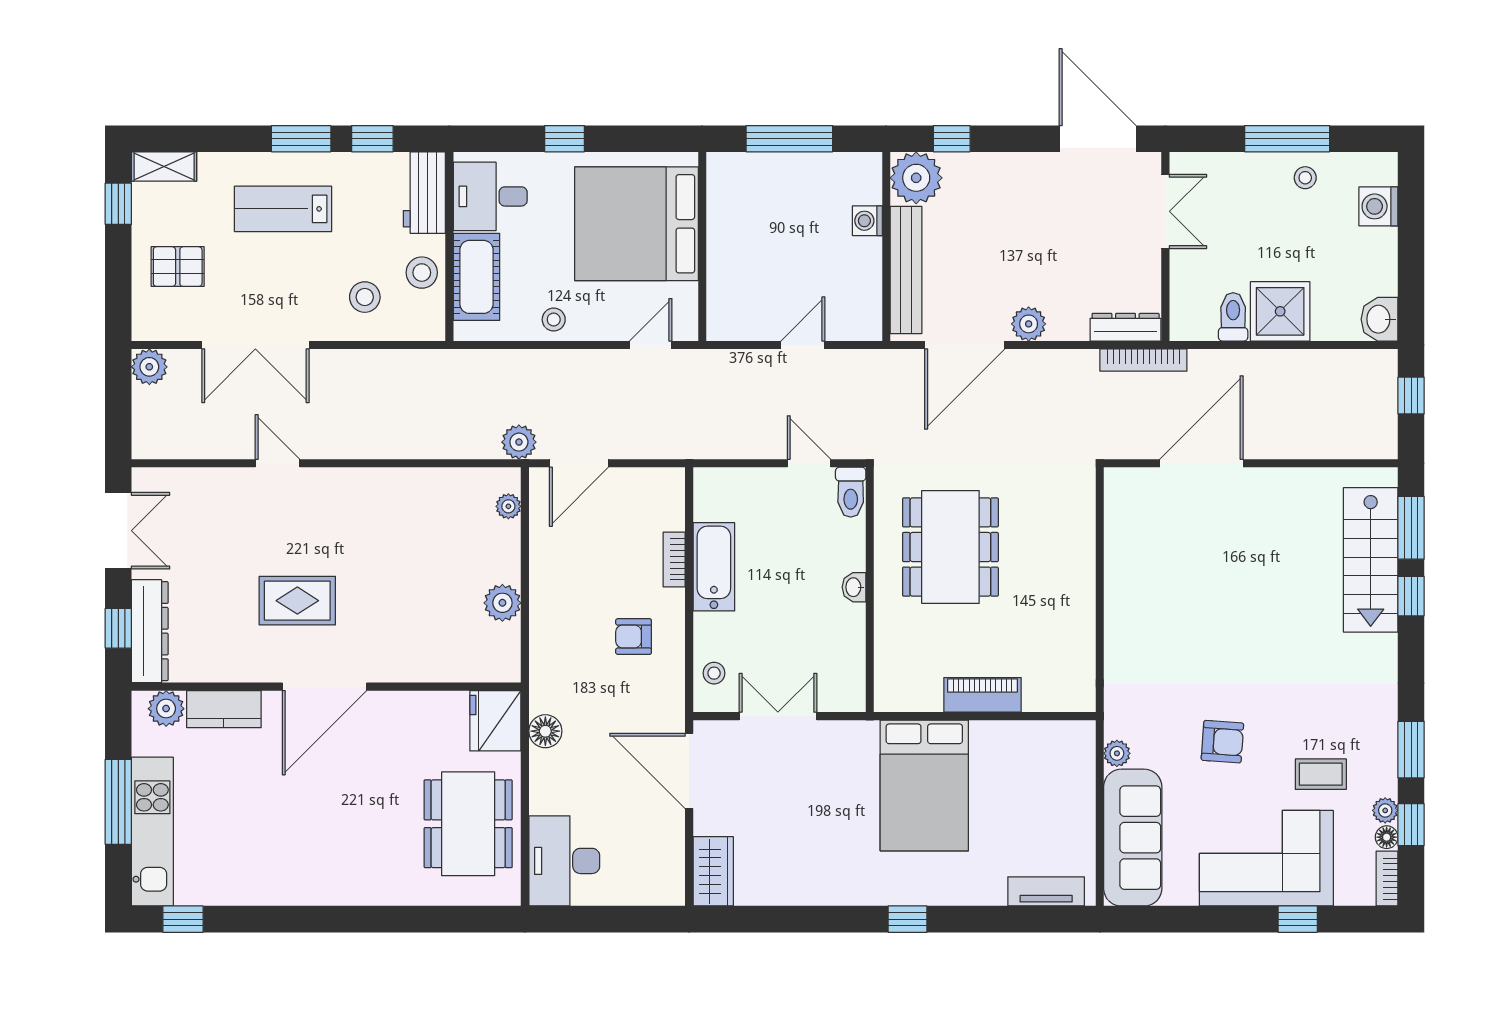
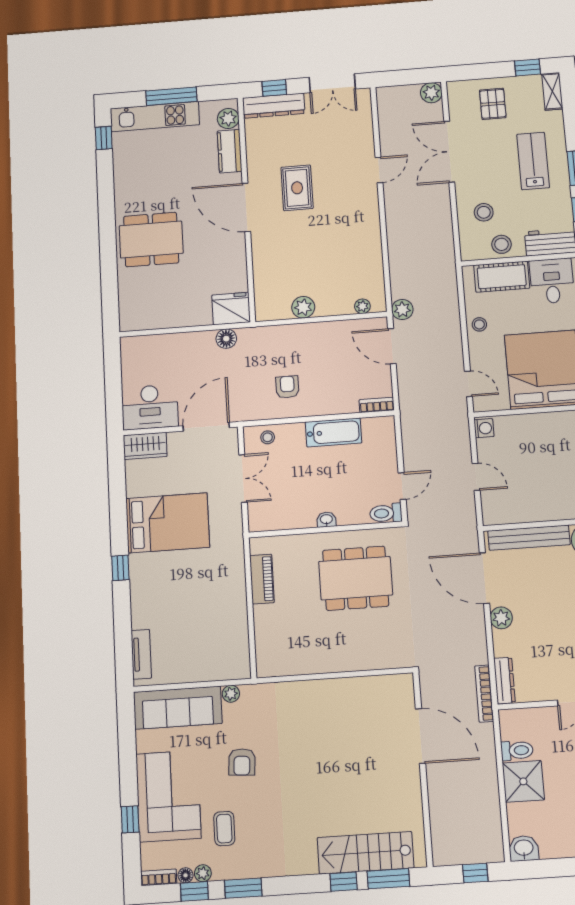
washing machine: (867, 221) -> (484, 428), moved, turned 90
bookcase: (674, 559) -> (377, 405), moved
piano: (983, 695) -> (262, 579), moved
bed: (924, 785) -> (168, 523), moved, turned 180
dining table: (468, 824) -> (151, 240), moved
desk: (564, 861) -> (150, 407), moved, turned 180

